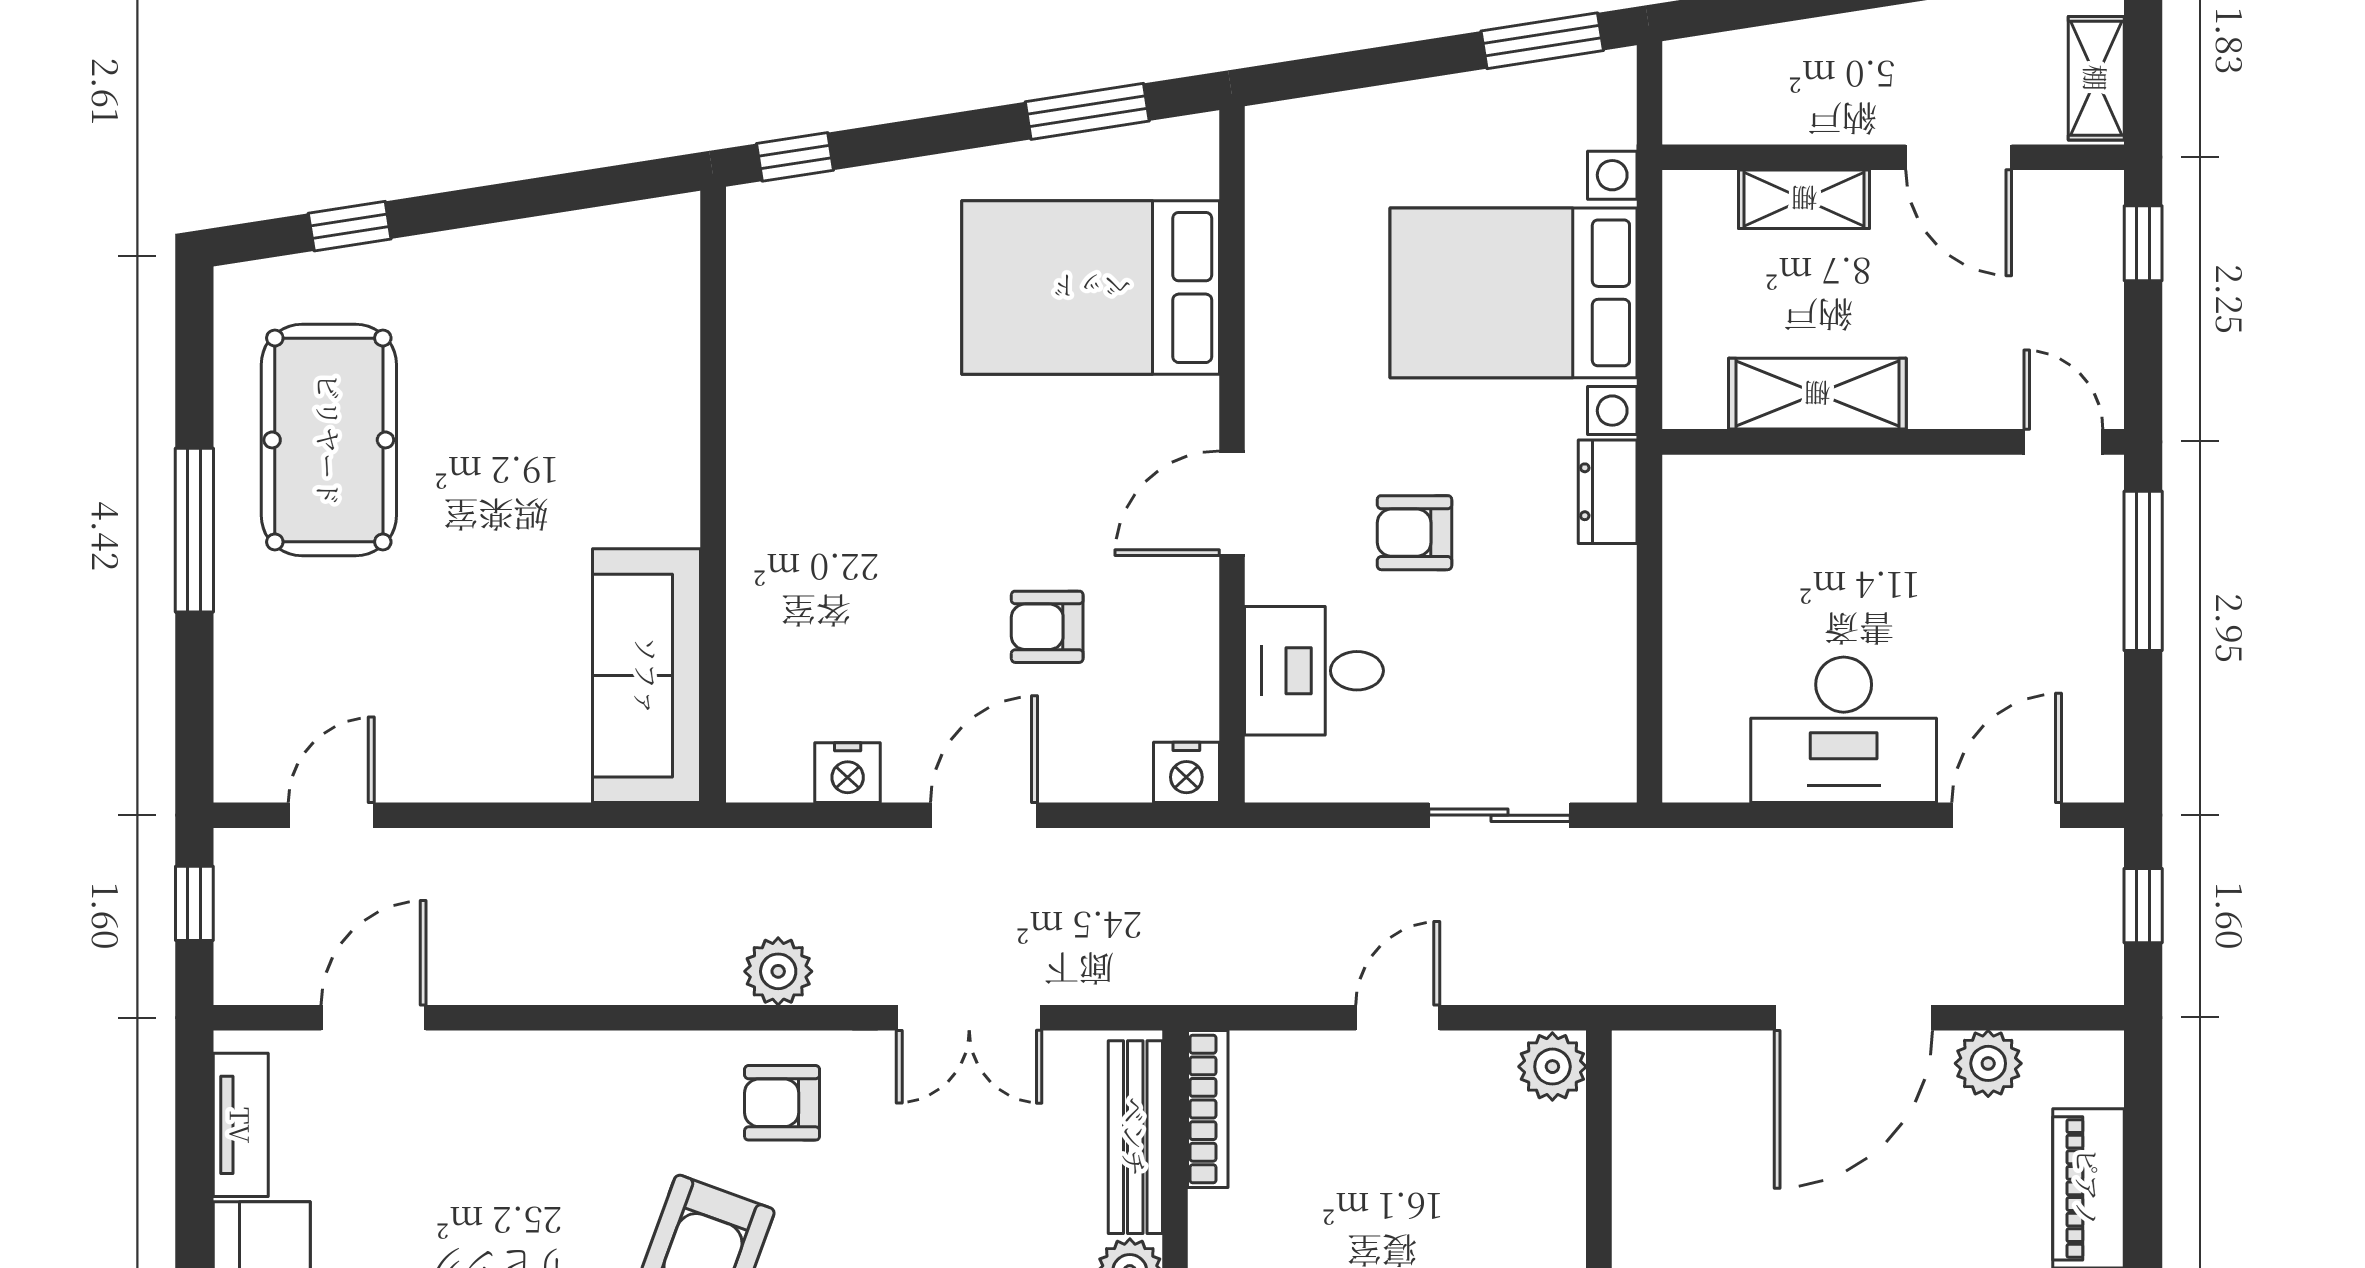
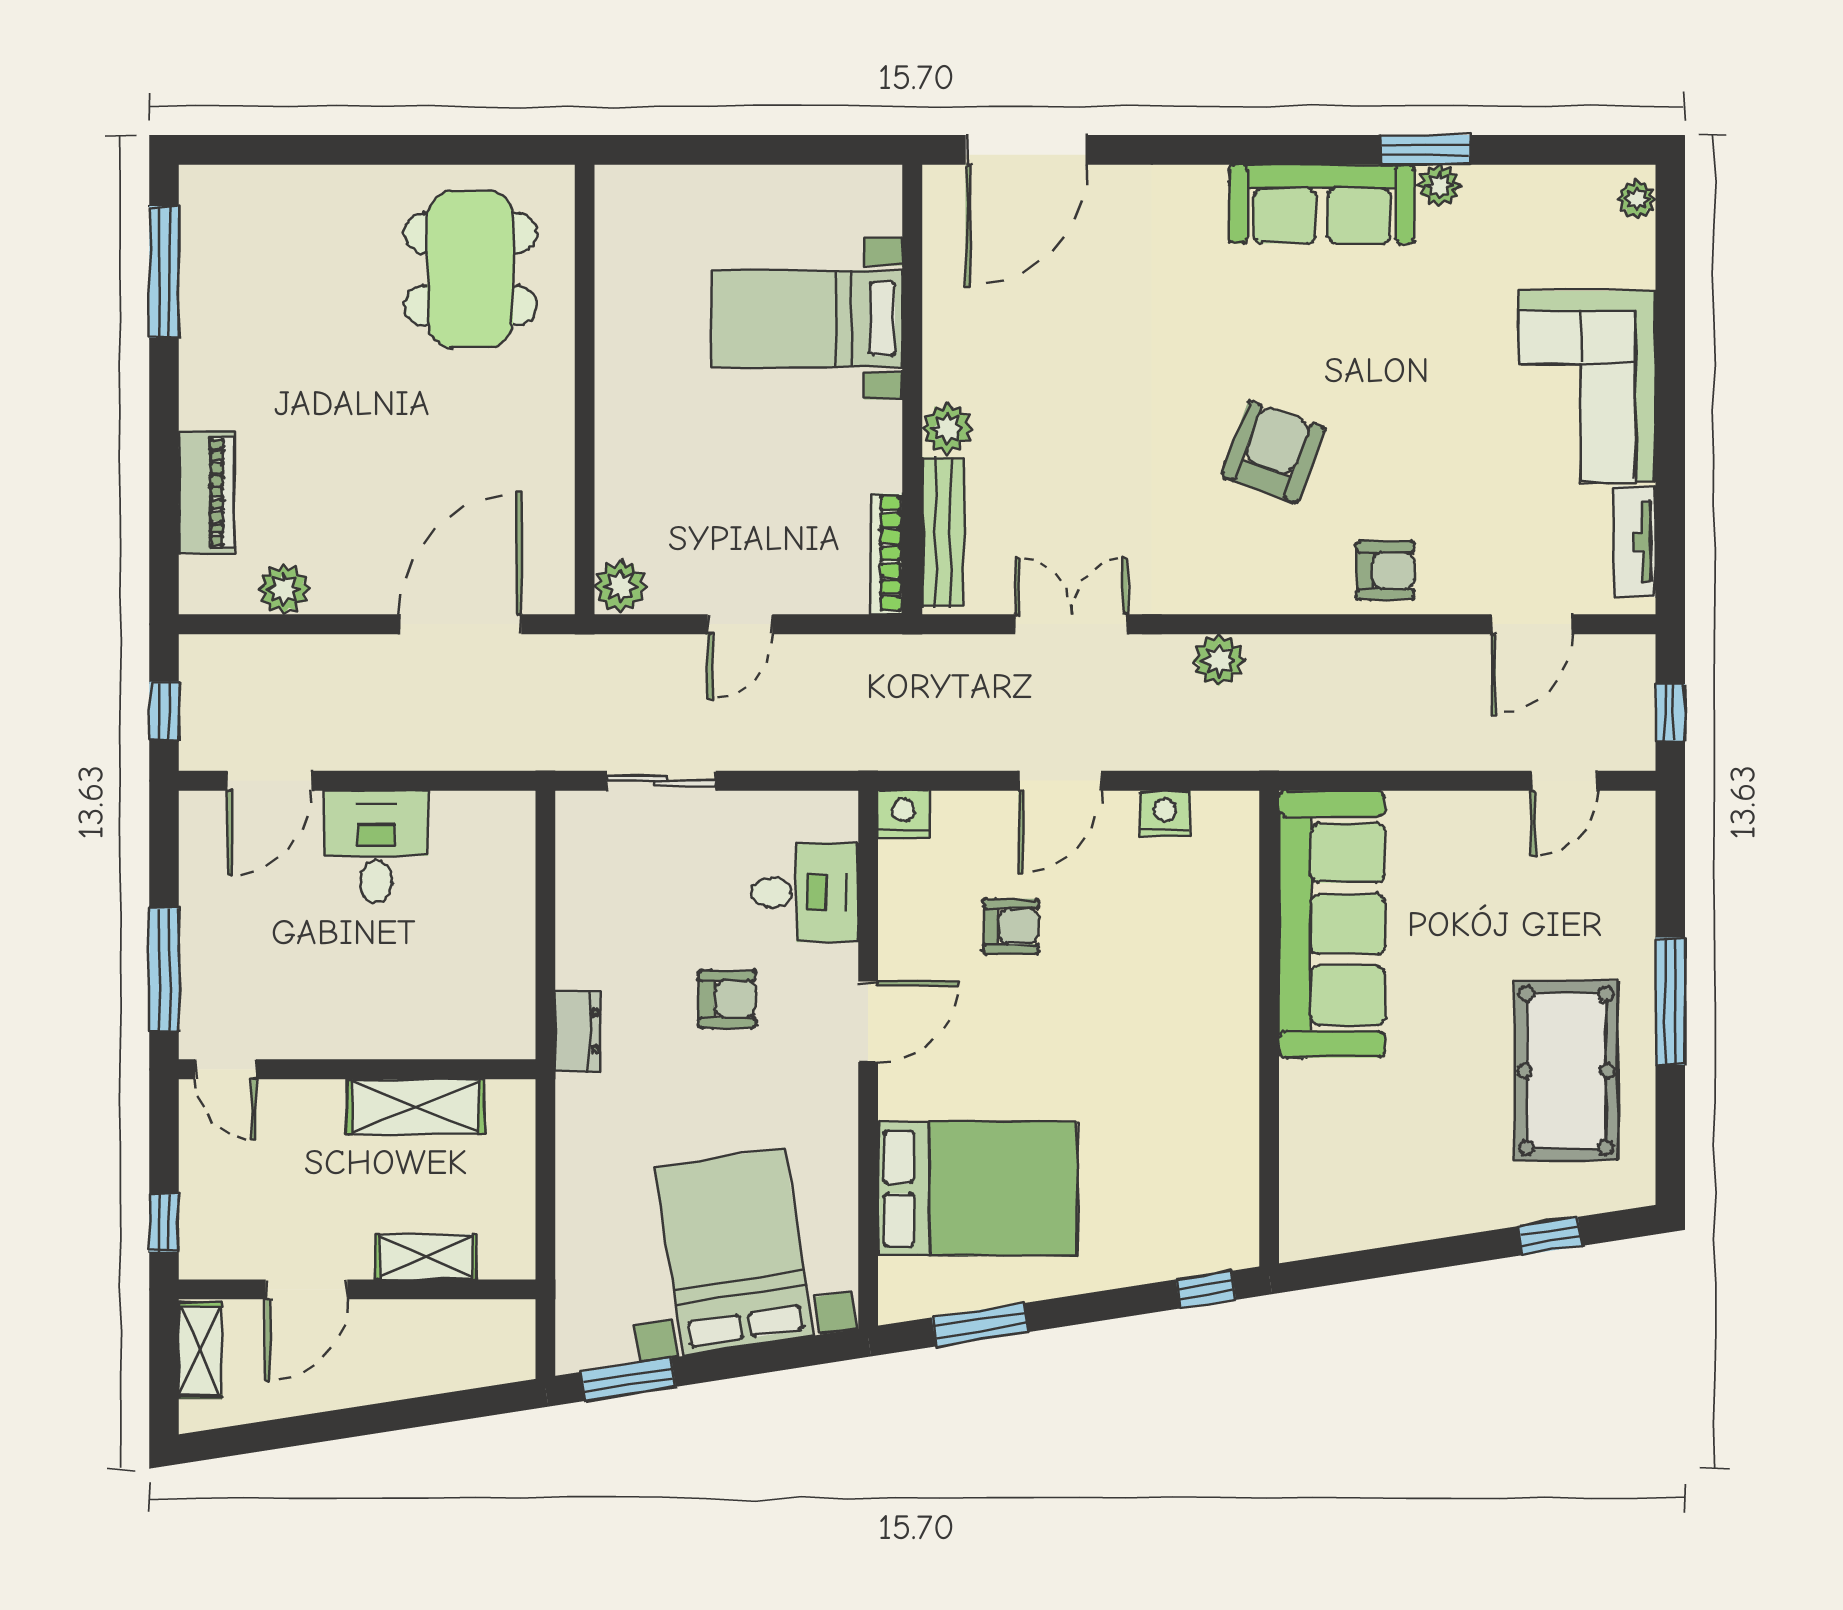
door: (1959, 157) -> (307, 1289), swing flipped
bed with nightstands: (1514, 293) -> (734, 1252), moved, turned -99
sofa: (647, 676) -> (1332, 924), width x1.36, depth x1.27
desk: (1844, 730) -> (376, 847), width x0.73
door: (1853, 1018) -> (460, 624), moved
armchair: (782, 1103) -> (1385, 571), moved

